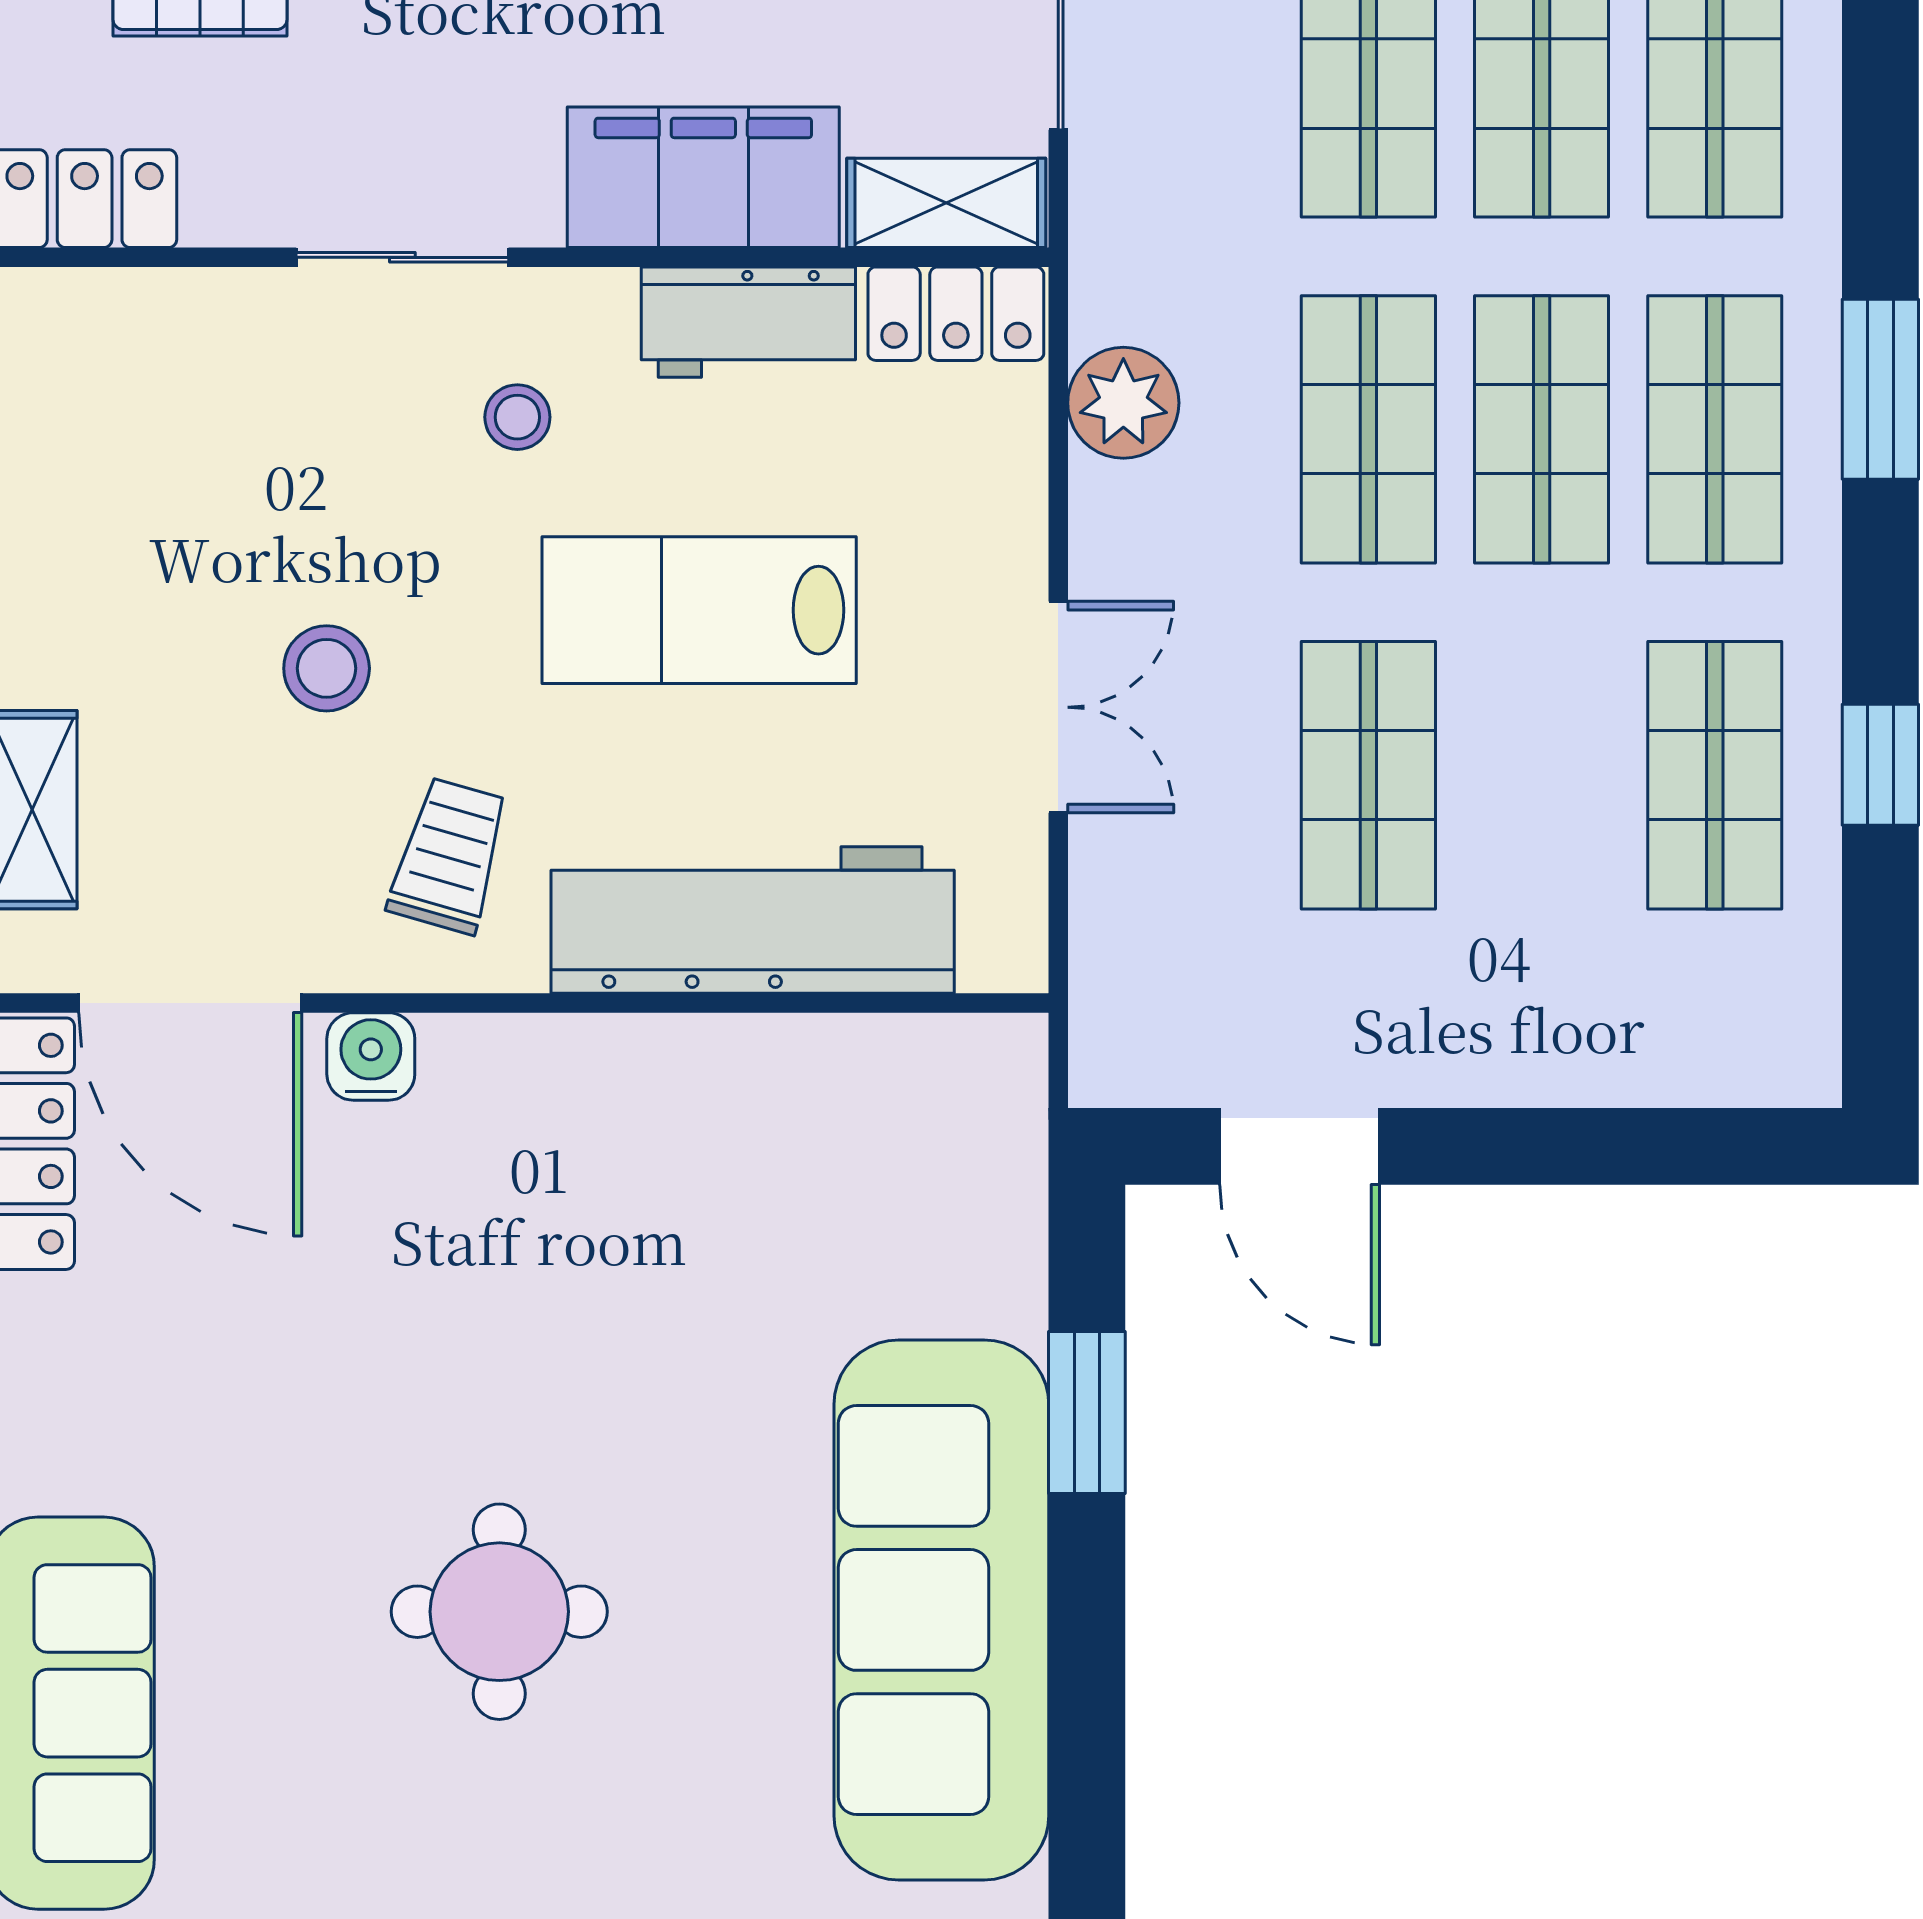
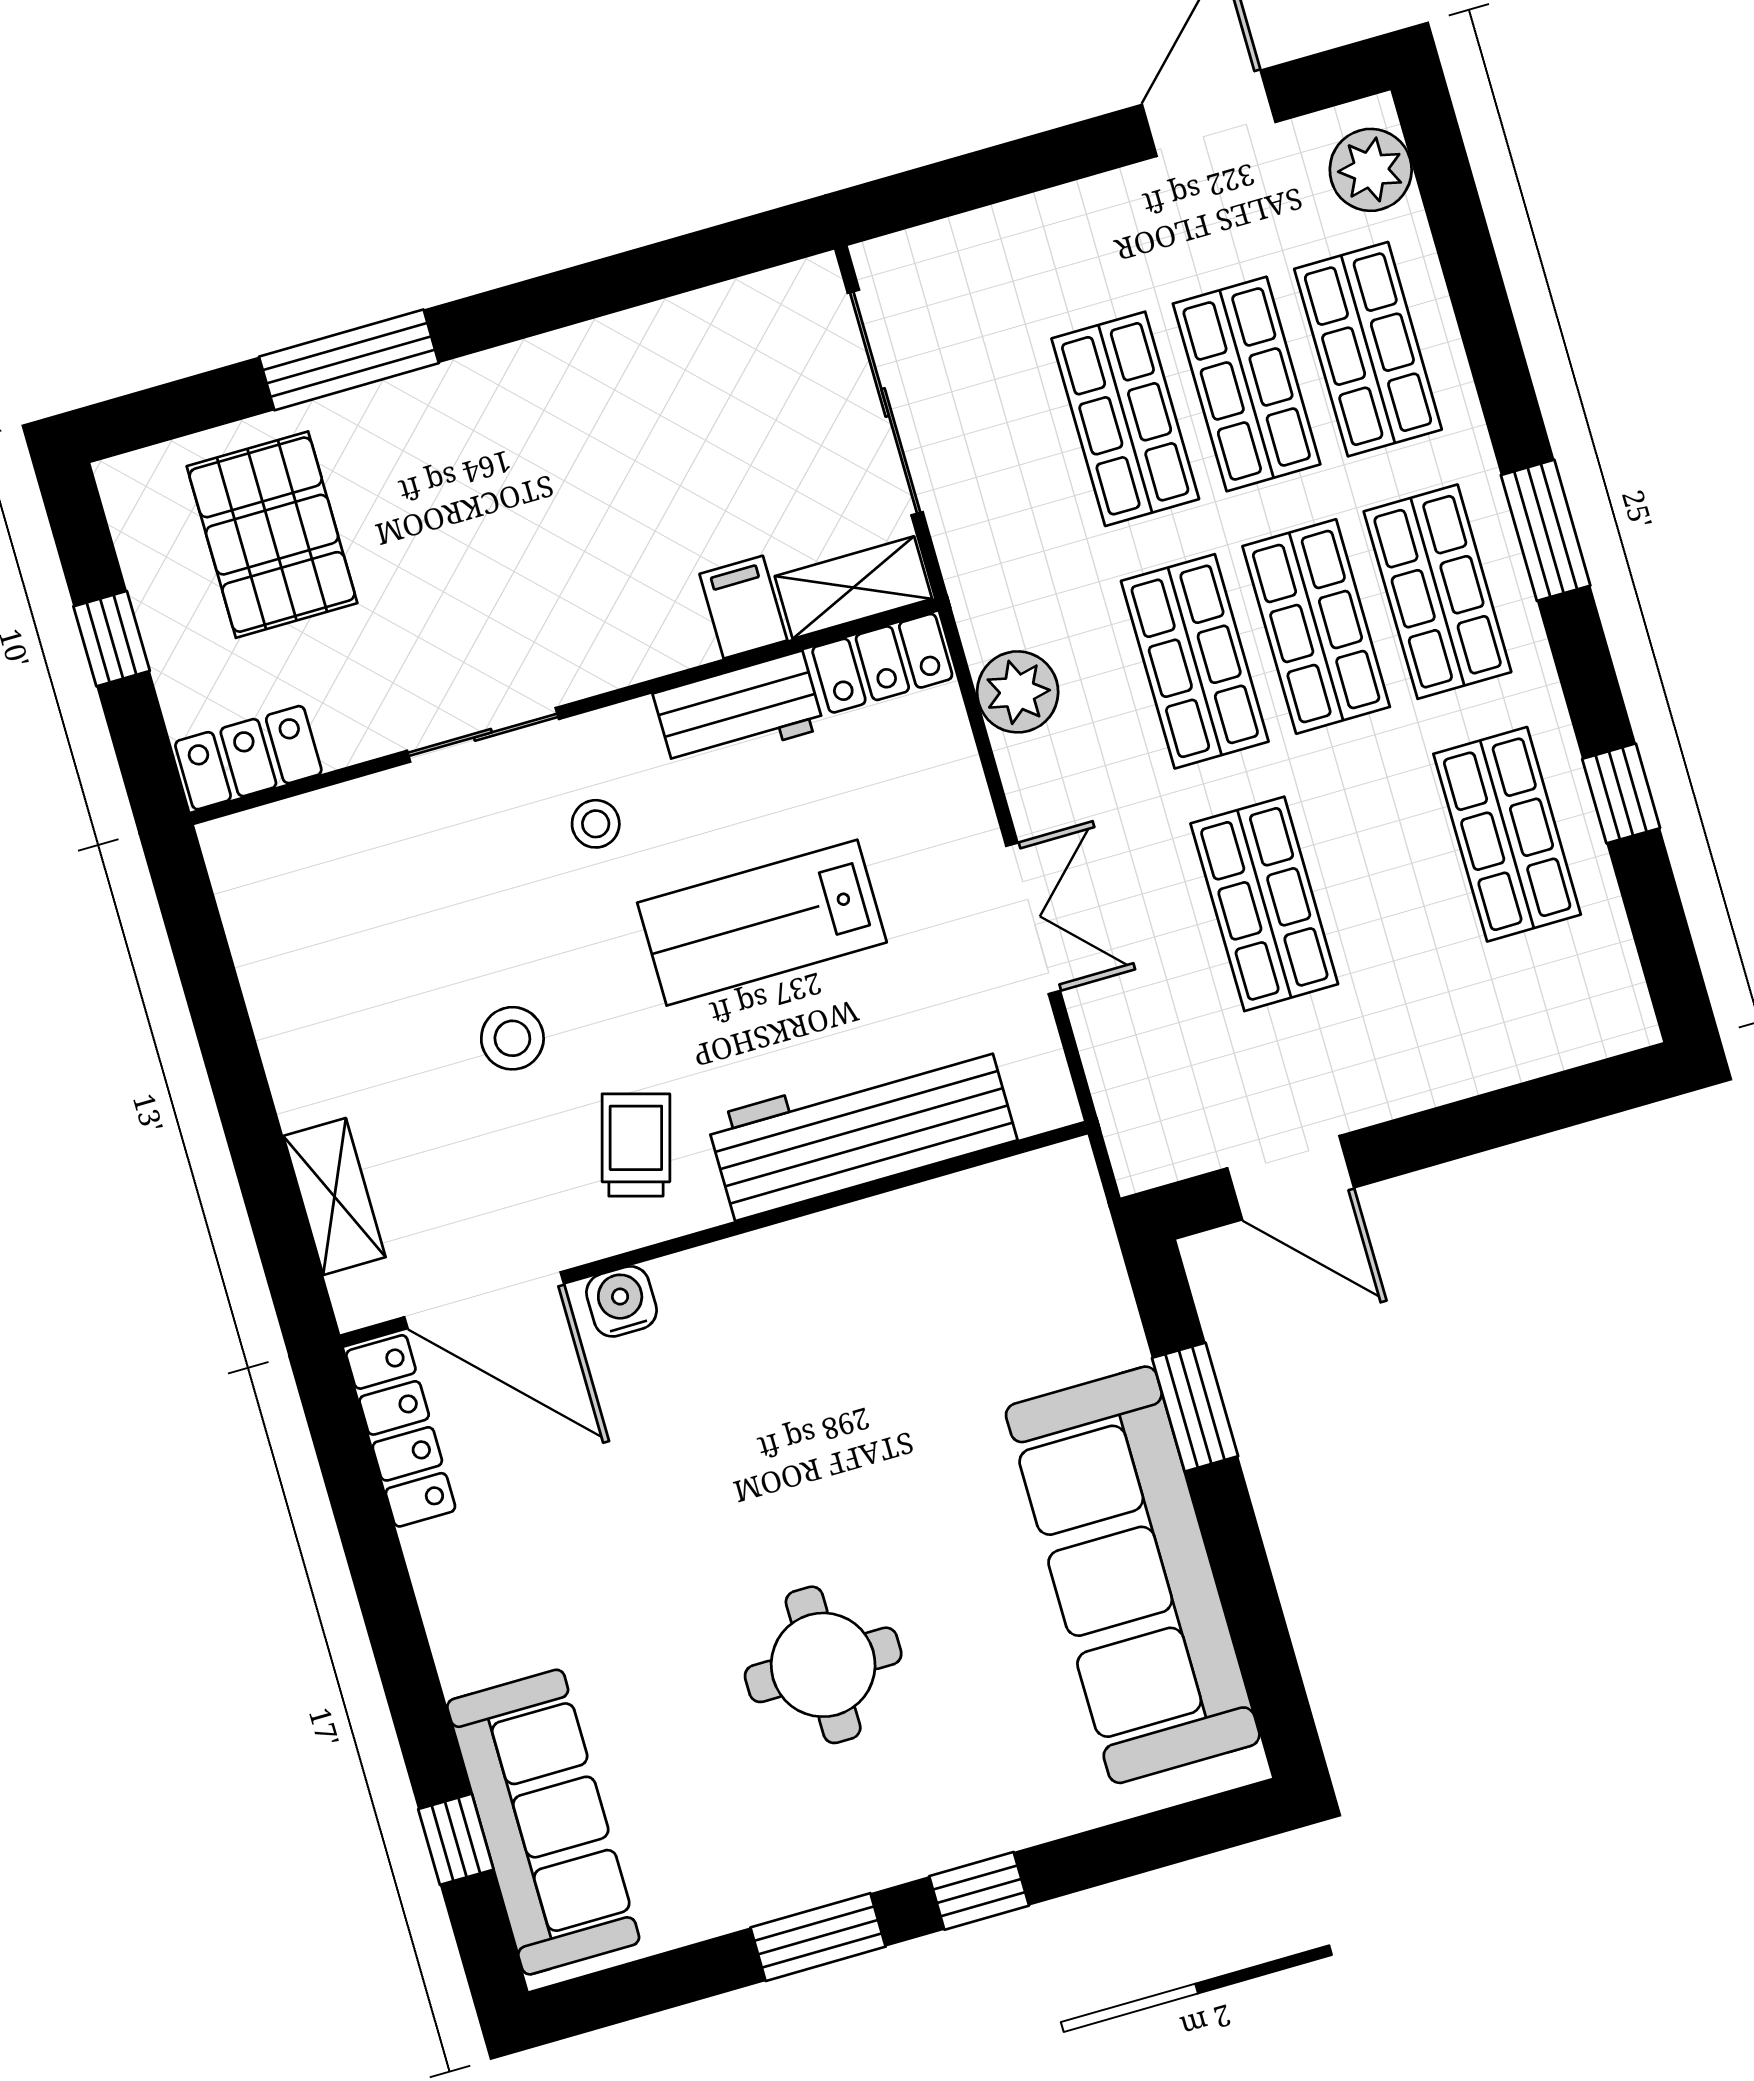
filing cabinet: (703, 177) -> (743, 607), width x0.33, depth x0.86

